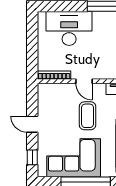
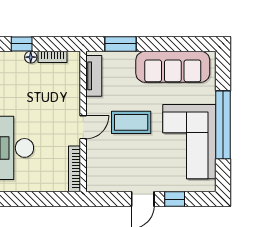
window: (32, 157) -> (175, 199), moved

